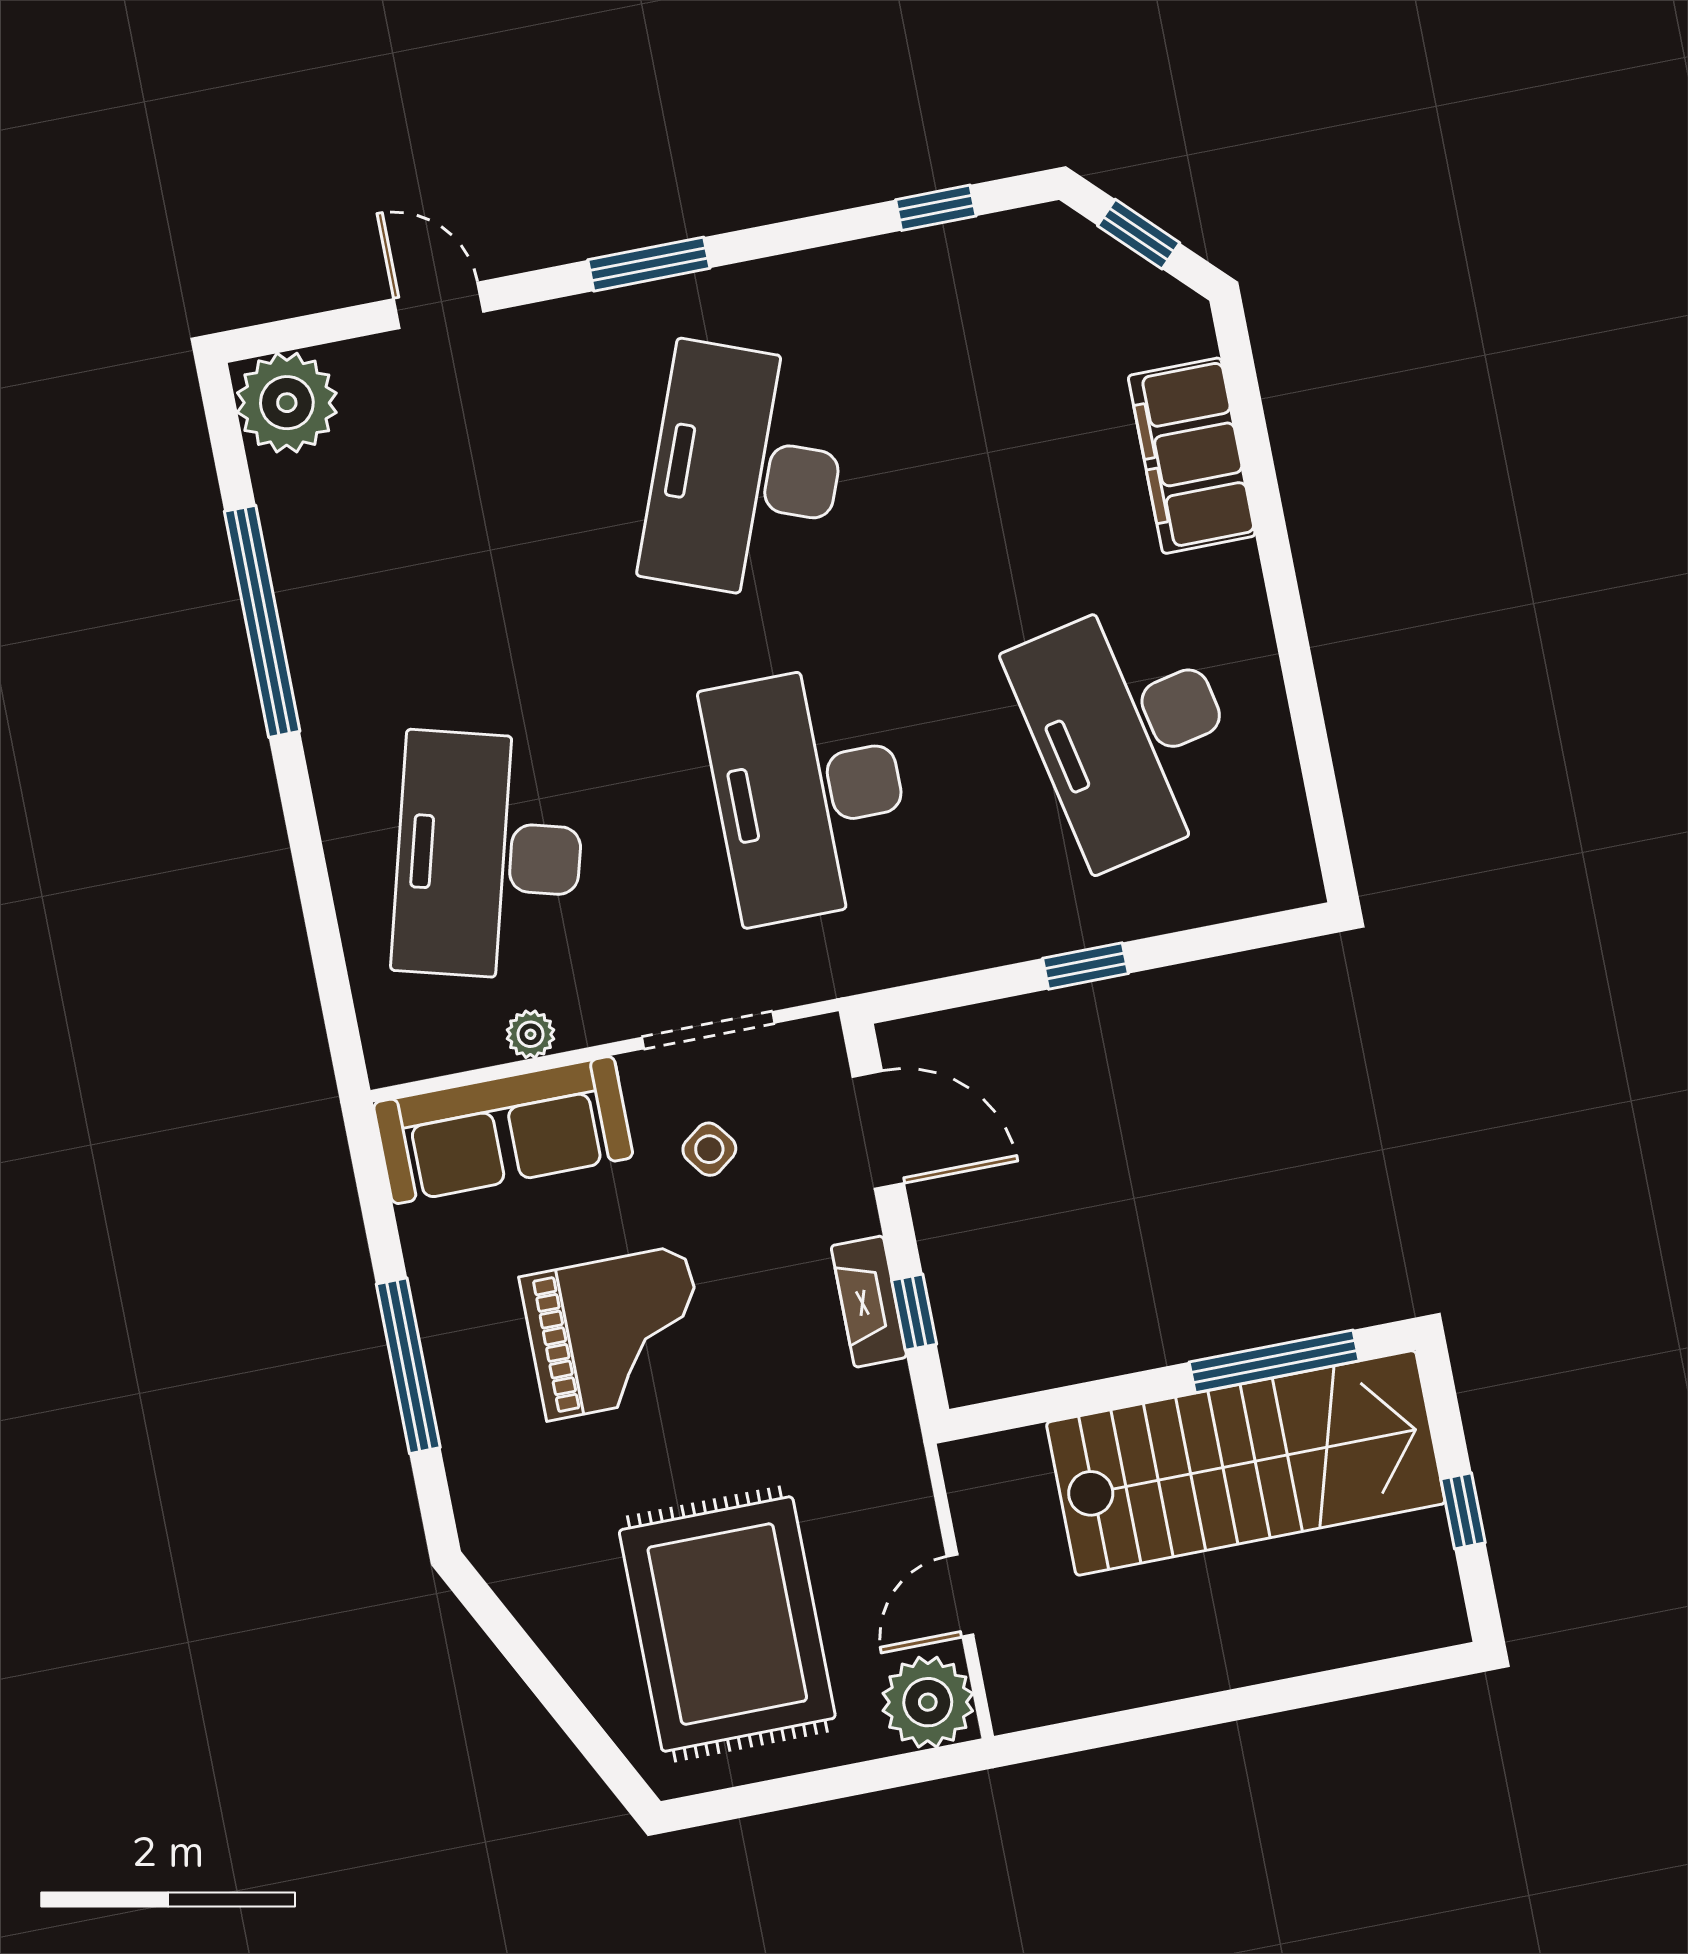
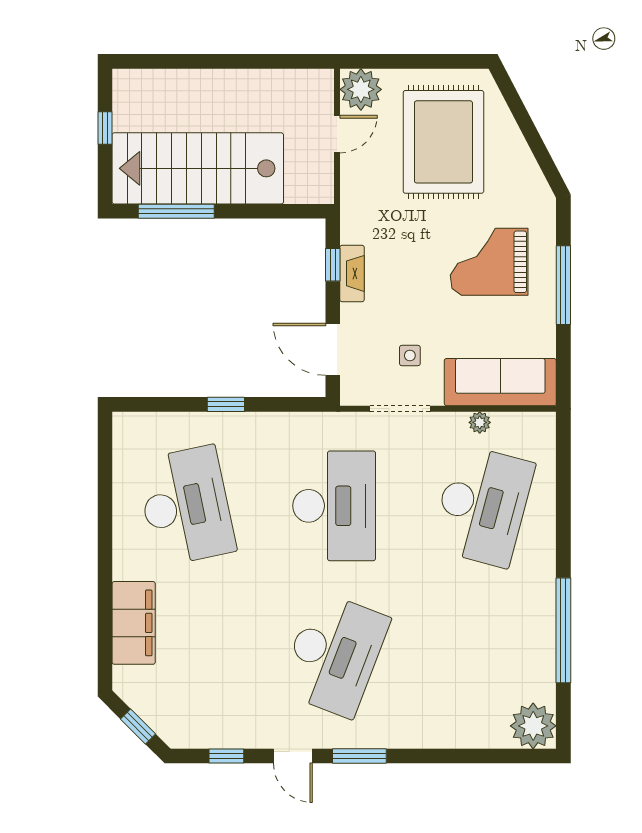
door: (439, 305) -> (293, 756), moved
side table: (709, 1149) -> (410, 355), turned 37
grand piano: (616, 1333) -> (489, 262), moved

